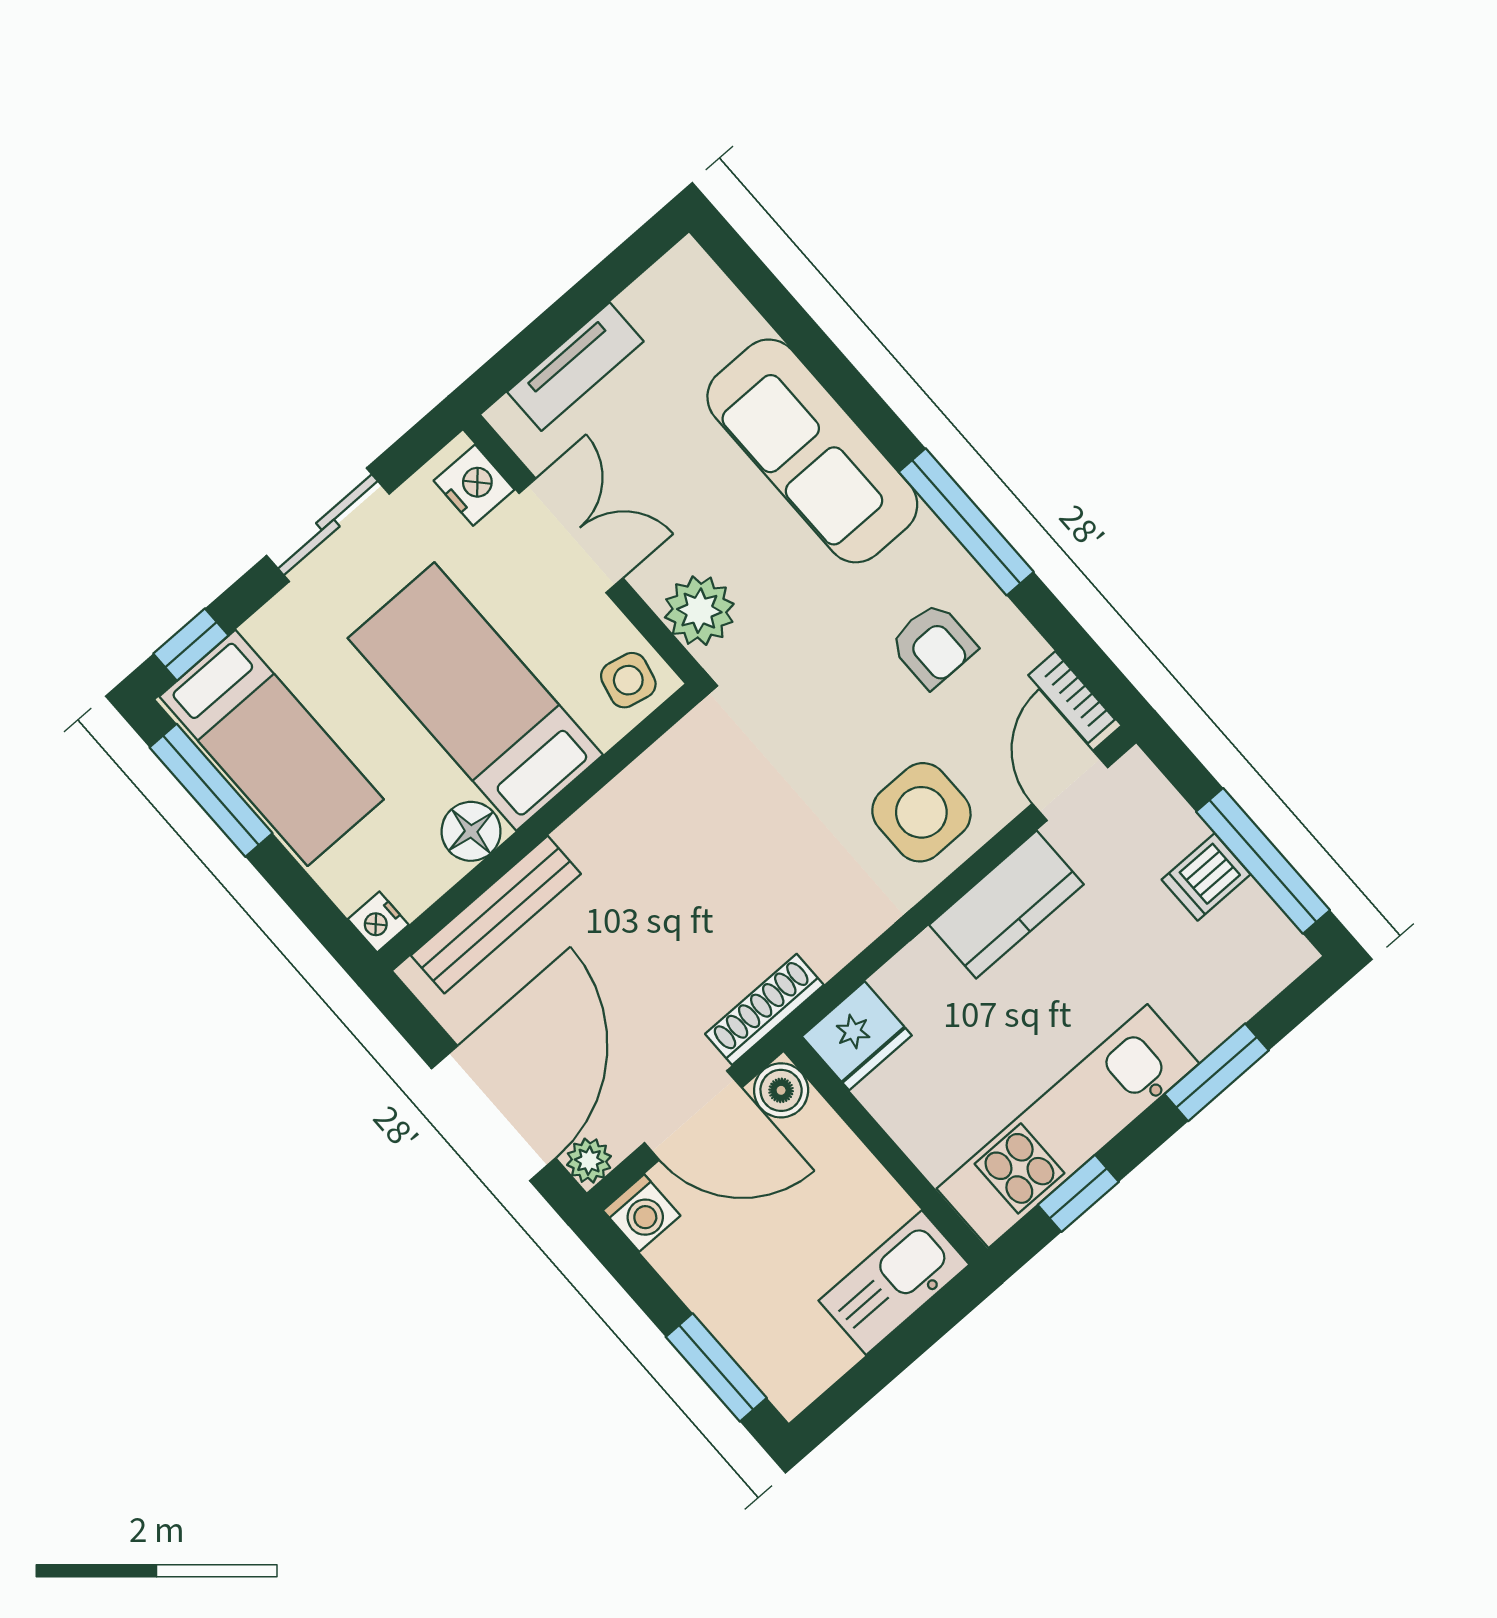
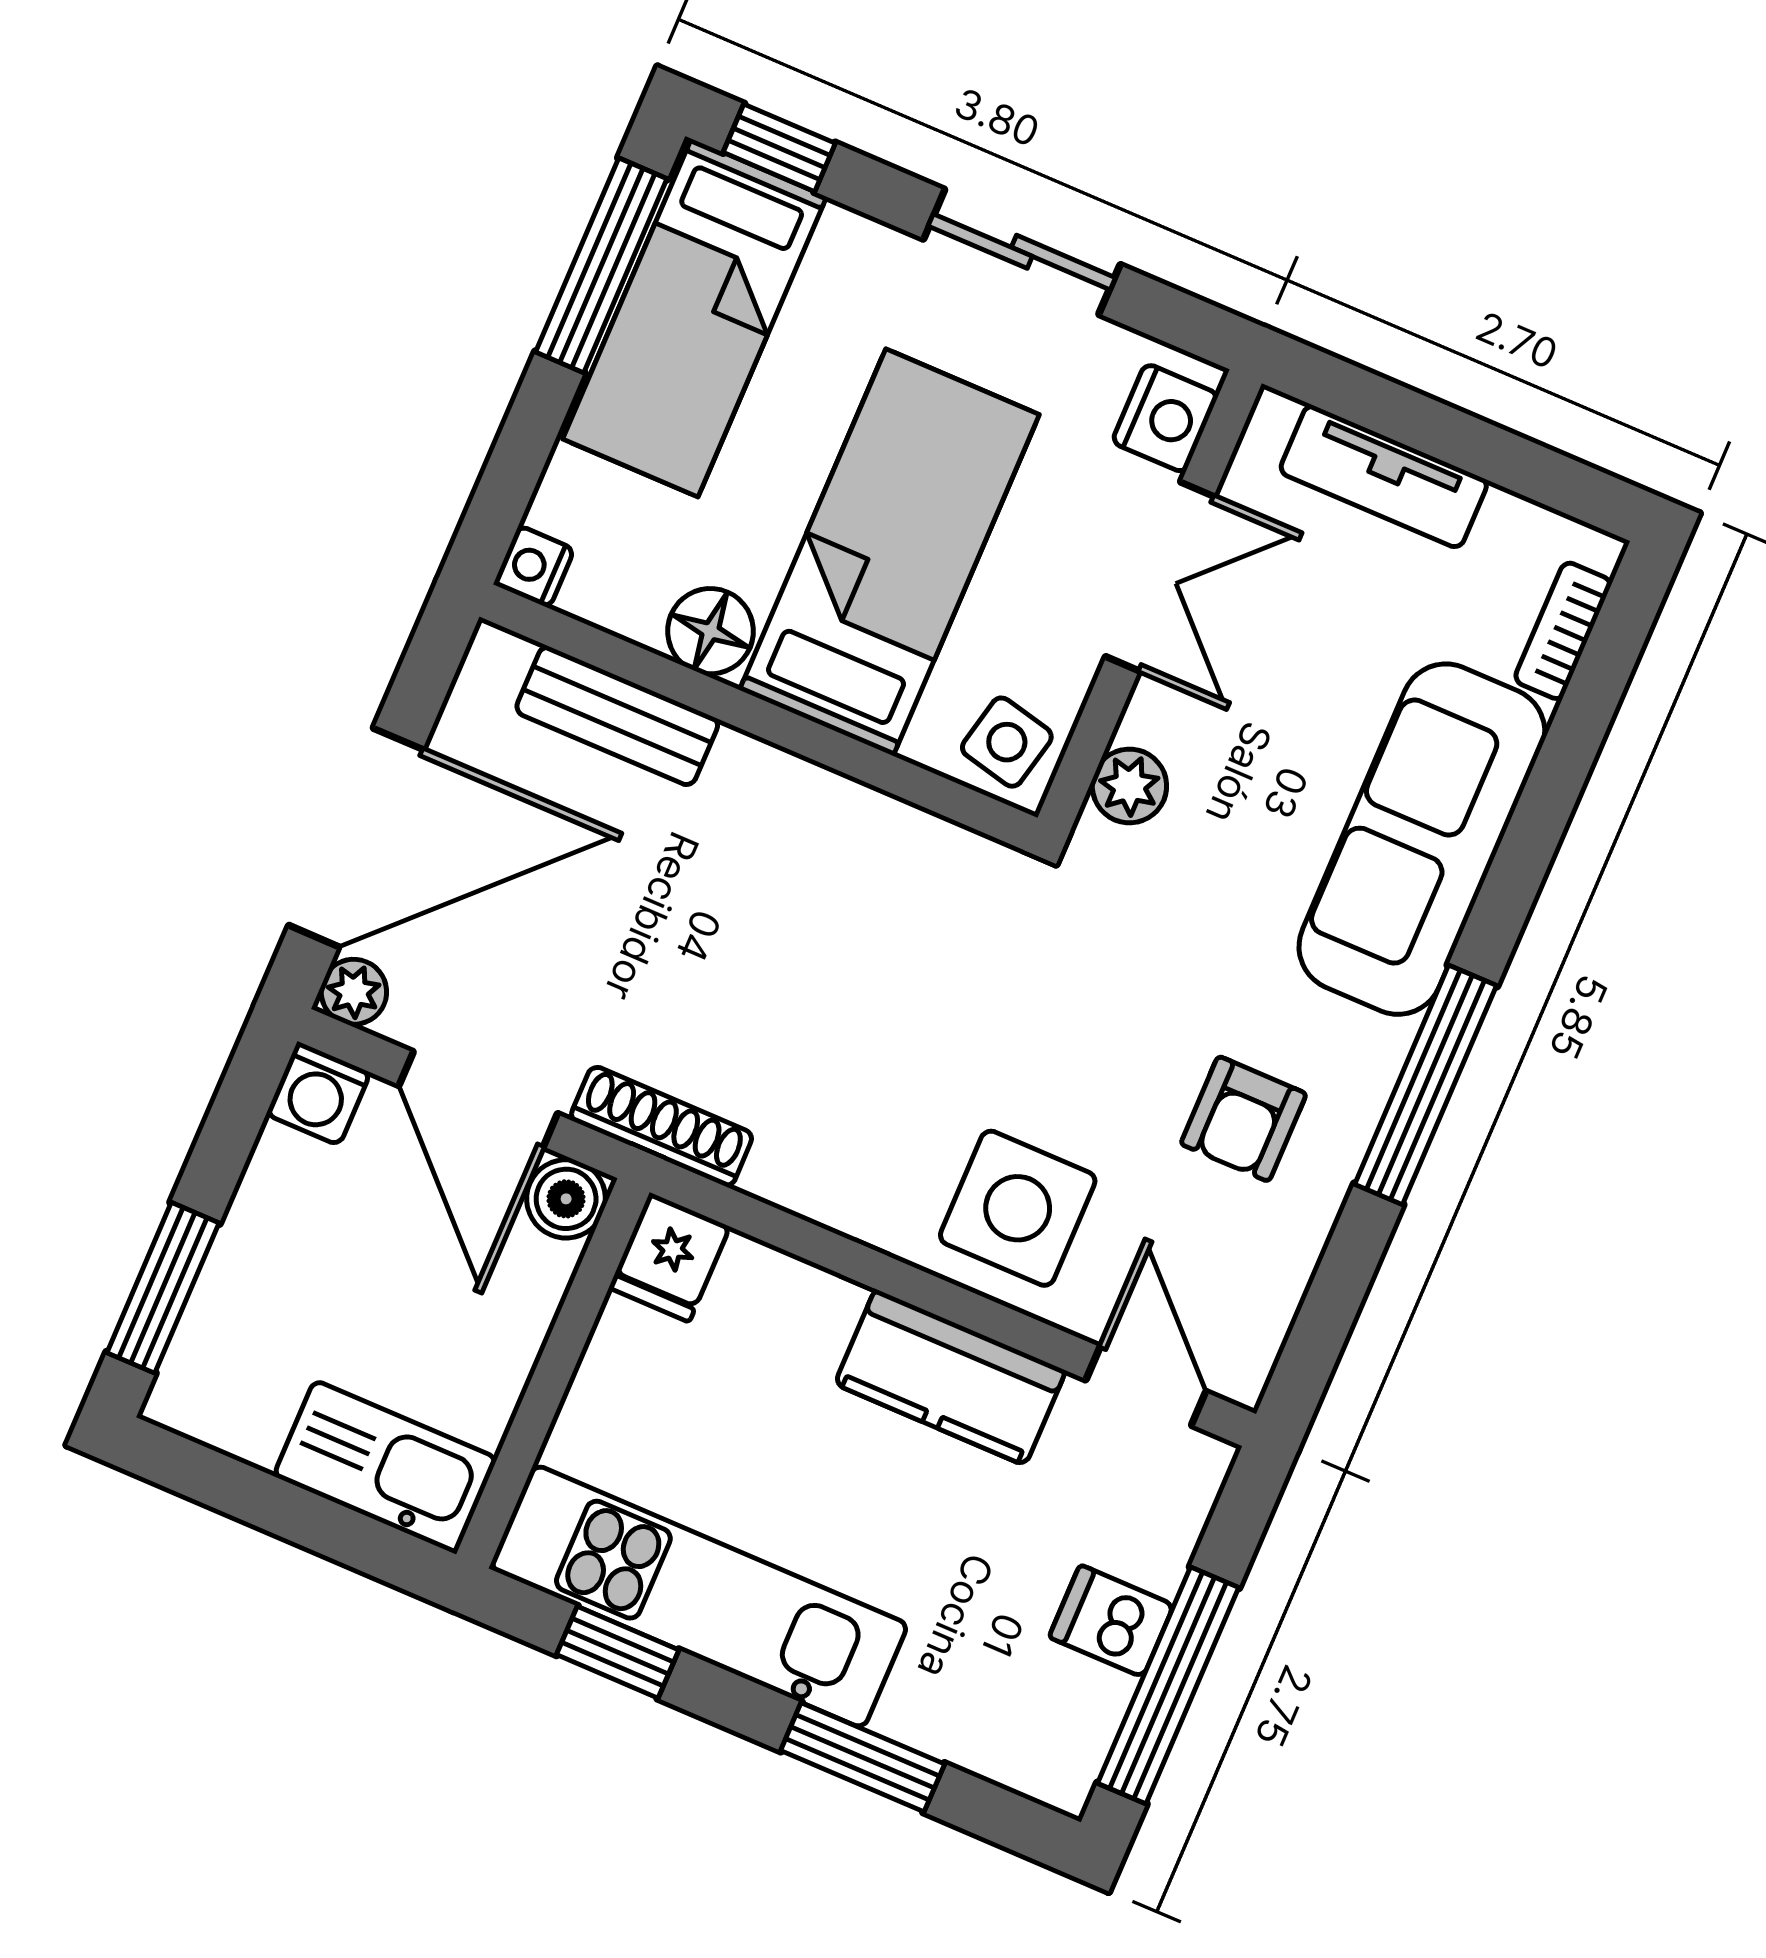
plant: (699, 611) -> (1129, 786), width x0.73, depth x0.73
bookcase: (1072, 697) -> (1563, 631), moved
door: (1070, 785) -> (1146, 1386), hinge flipped
bench: (496, 915) -> (617, 716), width x0.73
fridge: (857, 1036) -> (669, 1257), width x0.72

